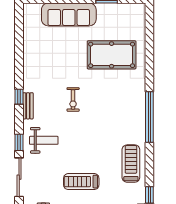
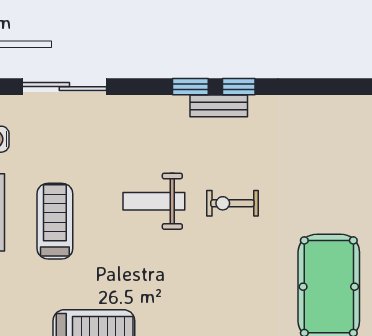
weight bench: (44, 140) -> (154, 201), moved, turned 90
window: (19, 142) -> (190, 87), moved

